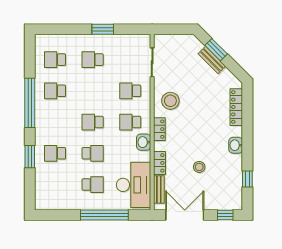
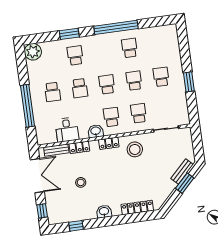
school desk: (55, 60) -> (134, 81), moved
bench: (212, 60) -> (182, 171), moved
desk: (134, 185) -> (67, 130), width x0.53, depth x0.77
plant: (44, 200) -> (33, 52), added

